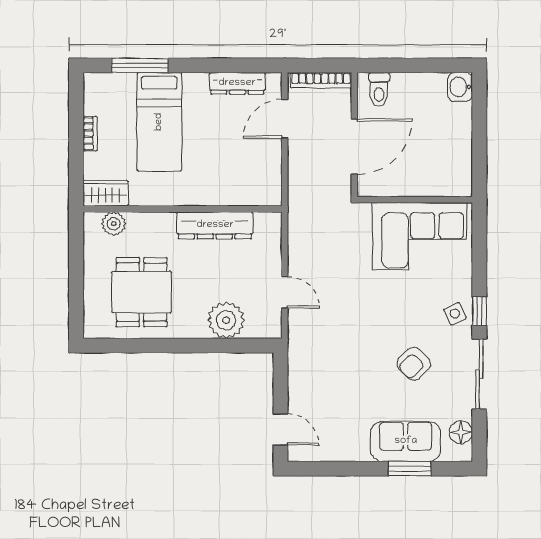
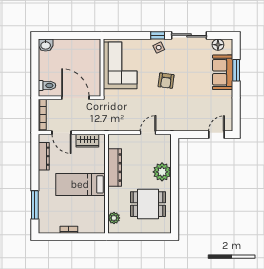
bed: (159, 122) -> (80, 184), moved, turned 180
wardrobe: (106, 193) -> (87, 141), moved, turned -90
plant: (226, 320) -> (162, 172), moved
armchair: (414, 364) -> (166, 81), moved, turned 52

